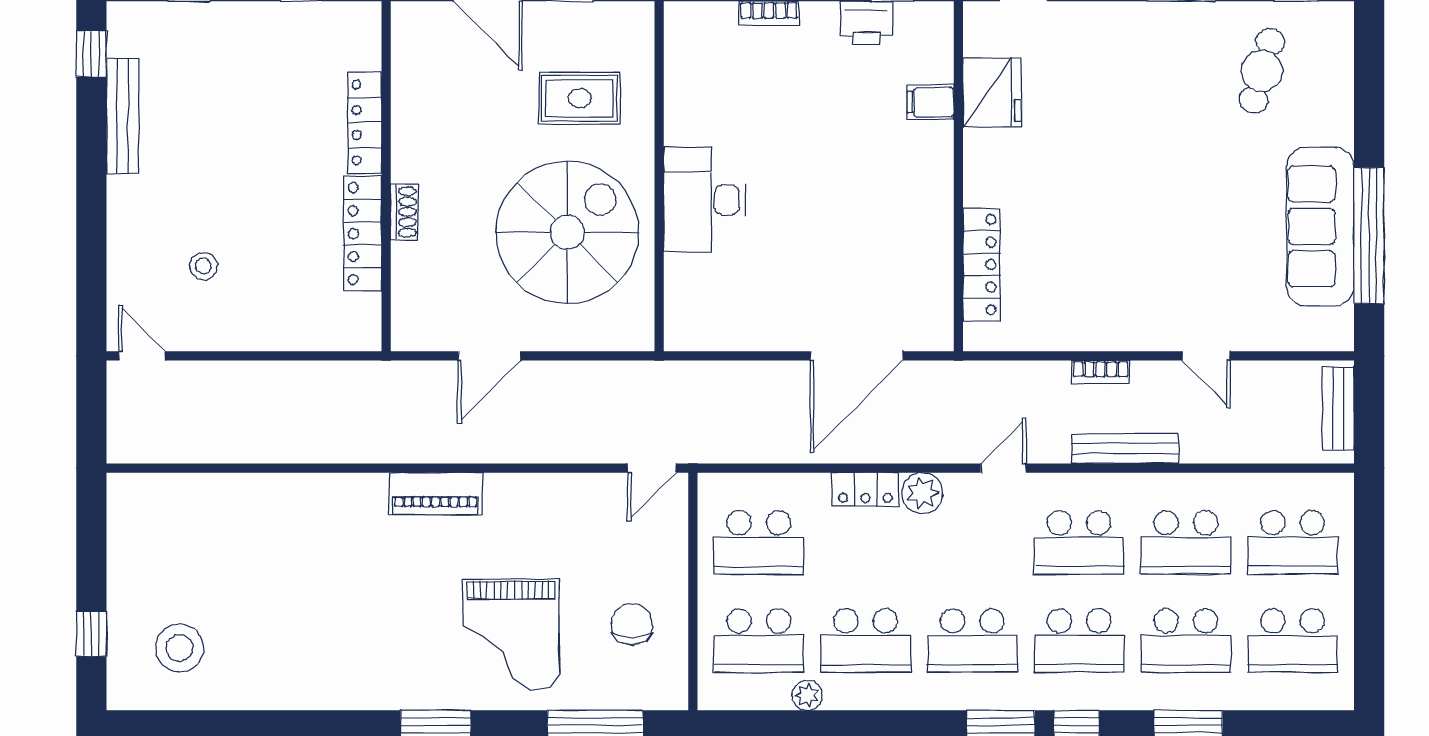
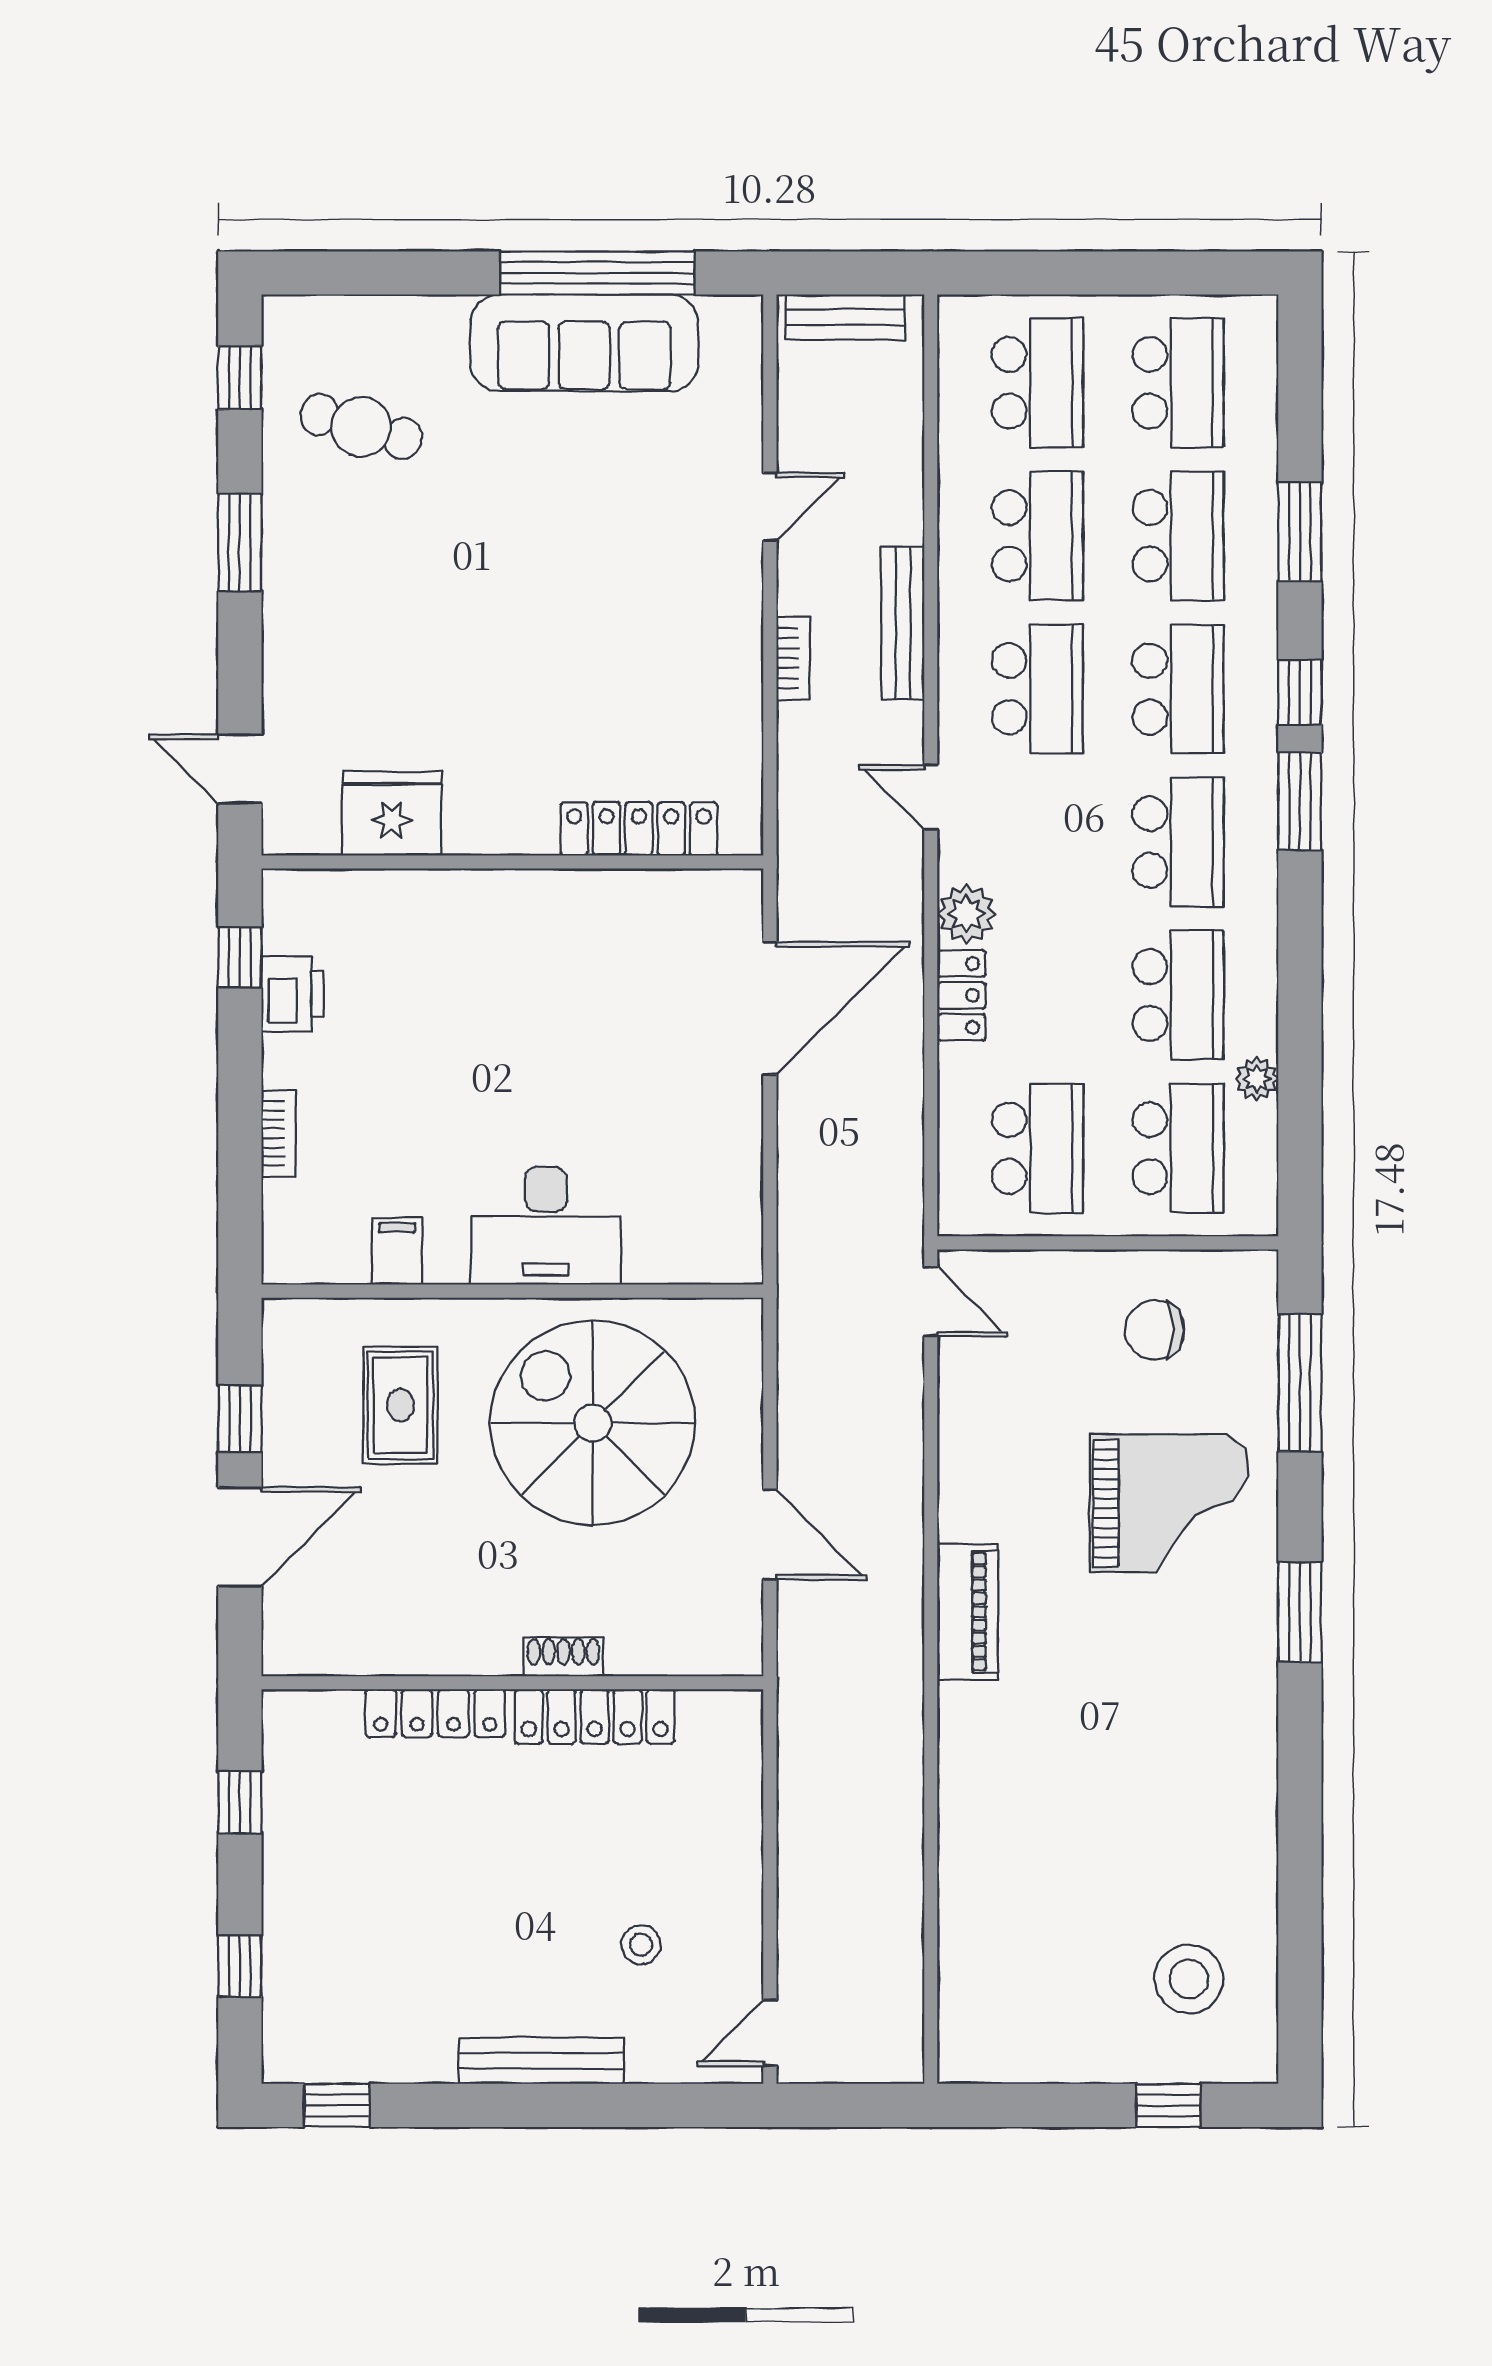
filing cabinet: (931, 102) -> (397, 1251), moved, turned 180
bench: (122, 116) -> (542, 2061), moved
door: (857, 356) -> (770, 1008), hinge flipped

